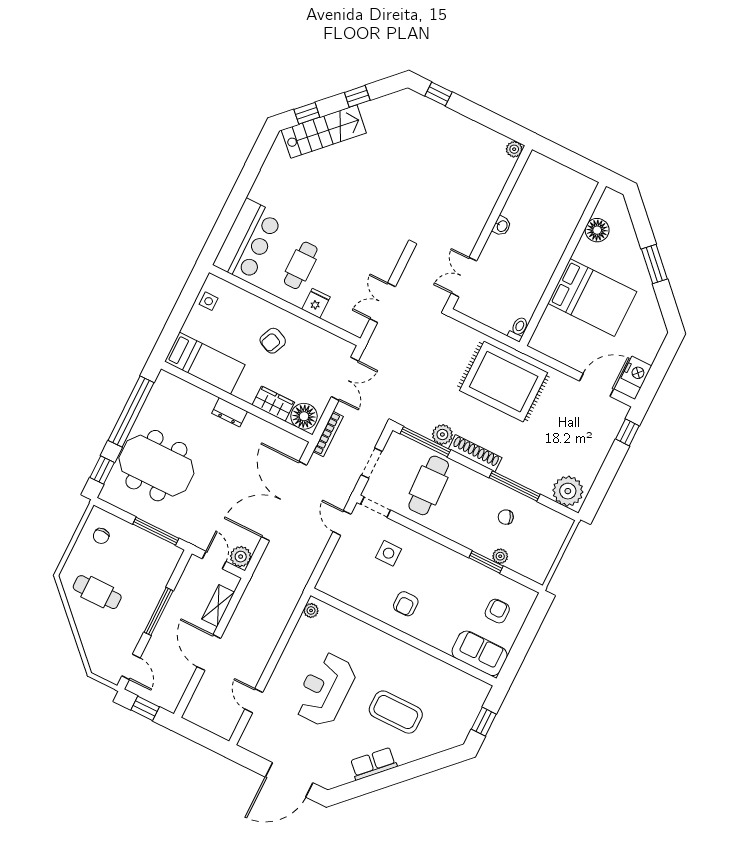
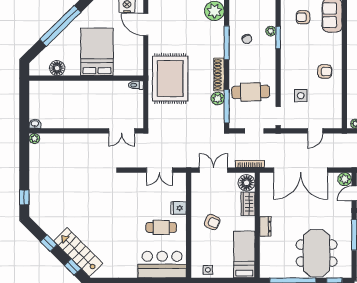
washbasin: (502, 226) -> (35, 124), moved
window: (654, 264) -> (60, 26), width x2.11
door: (342, 523) -> (315, 131), moved

